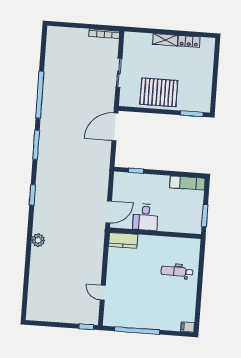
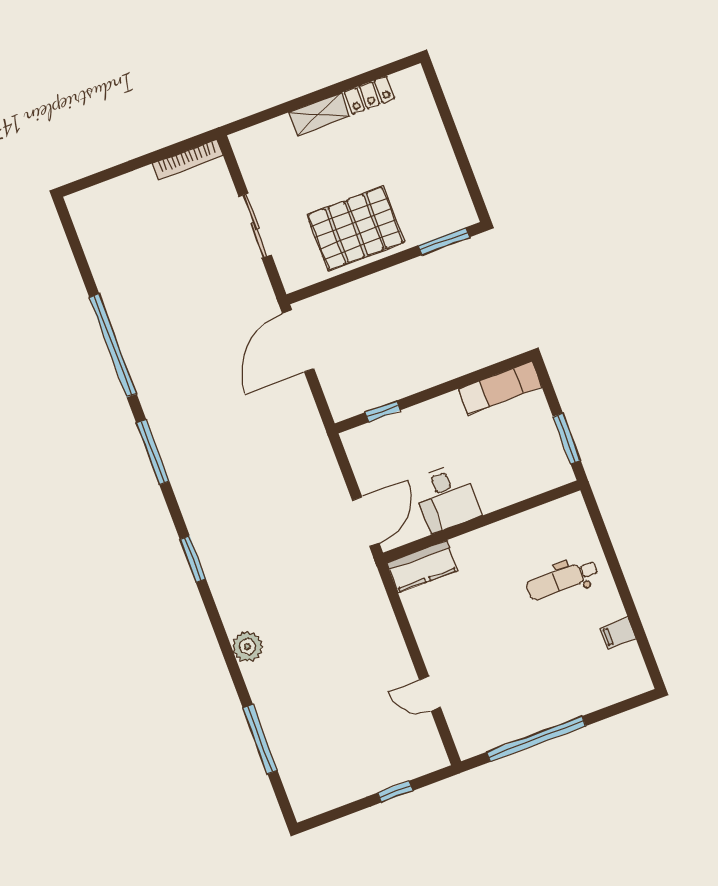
window: (26, 280) -> (260, 739), added
window: (86, 327) -> (395, 792), moved
filing cabinet: (188, 327) -> (618, 633), moved

